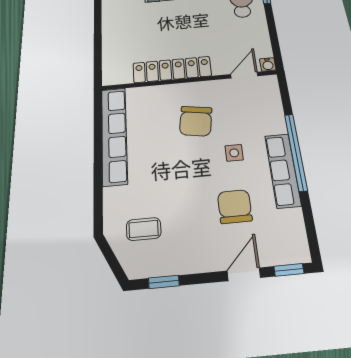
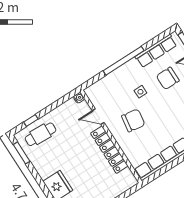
door: (244, 75) -> (98, 117), moved
row of seats: (283, 170) -> (156, 51), moved

